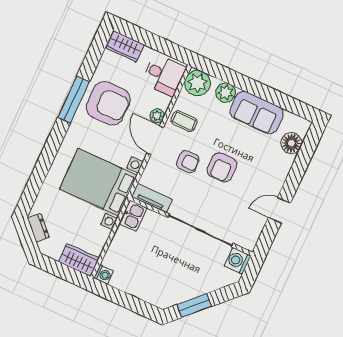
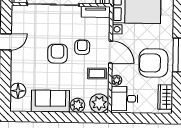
wardrobe: (125, 46) -> (165, 97), moved, turned -90
plant: (157, 116) -> (117, 80), moved
armchair: (188, 162) -> (82, 47), turned 90

